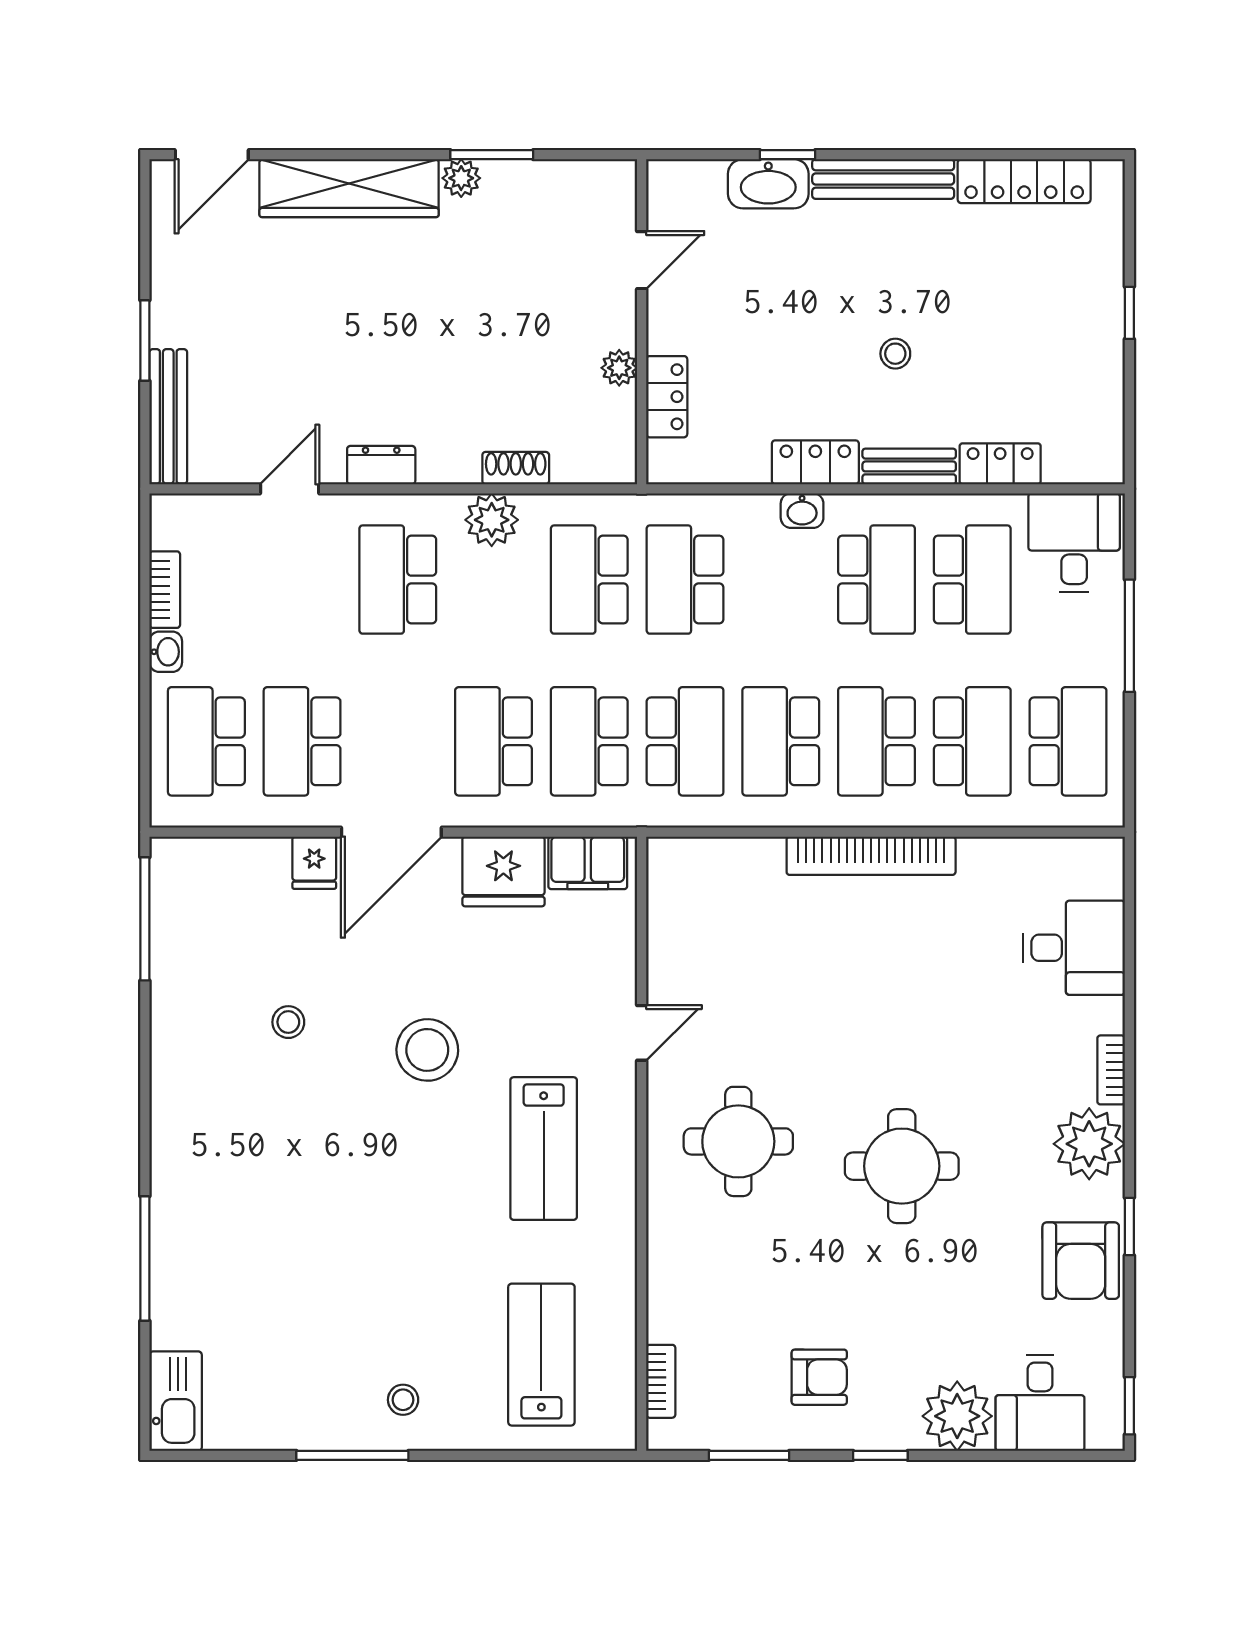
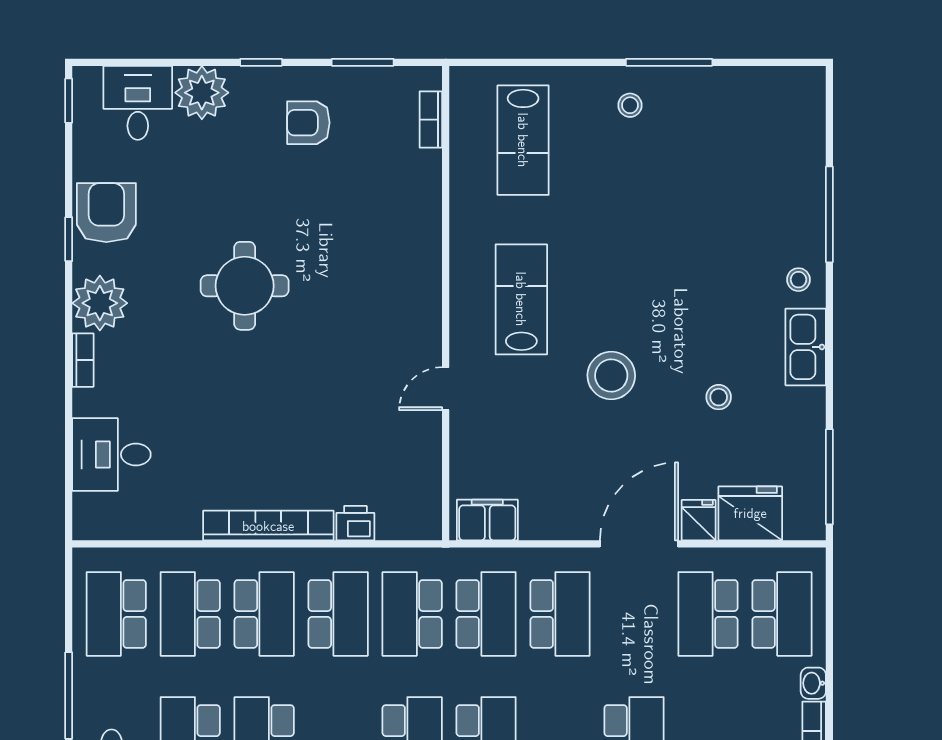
school desk: (302, 741) -> (708, 614), turned 180
printer: (758, 859) -> (355, 523), added
fridge: (503, 871) -> (750, 513), moved
round table: (738, 1141) -> (371, 305), removed
stool: (185, 1174) -> (798, 280), added
kitchen sink: (176, 1401) -> (806, 347), moved

